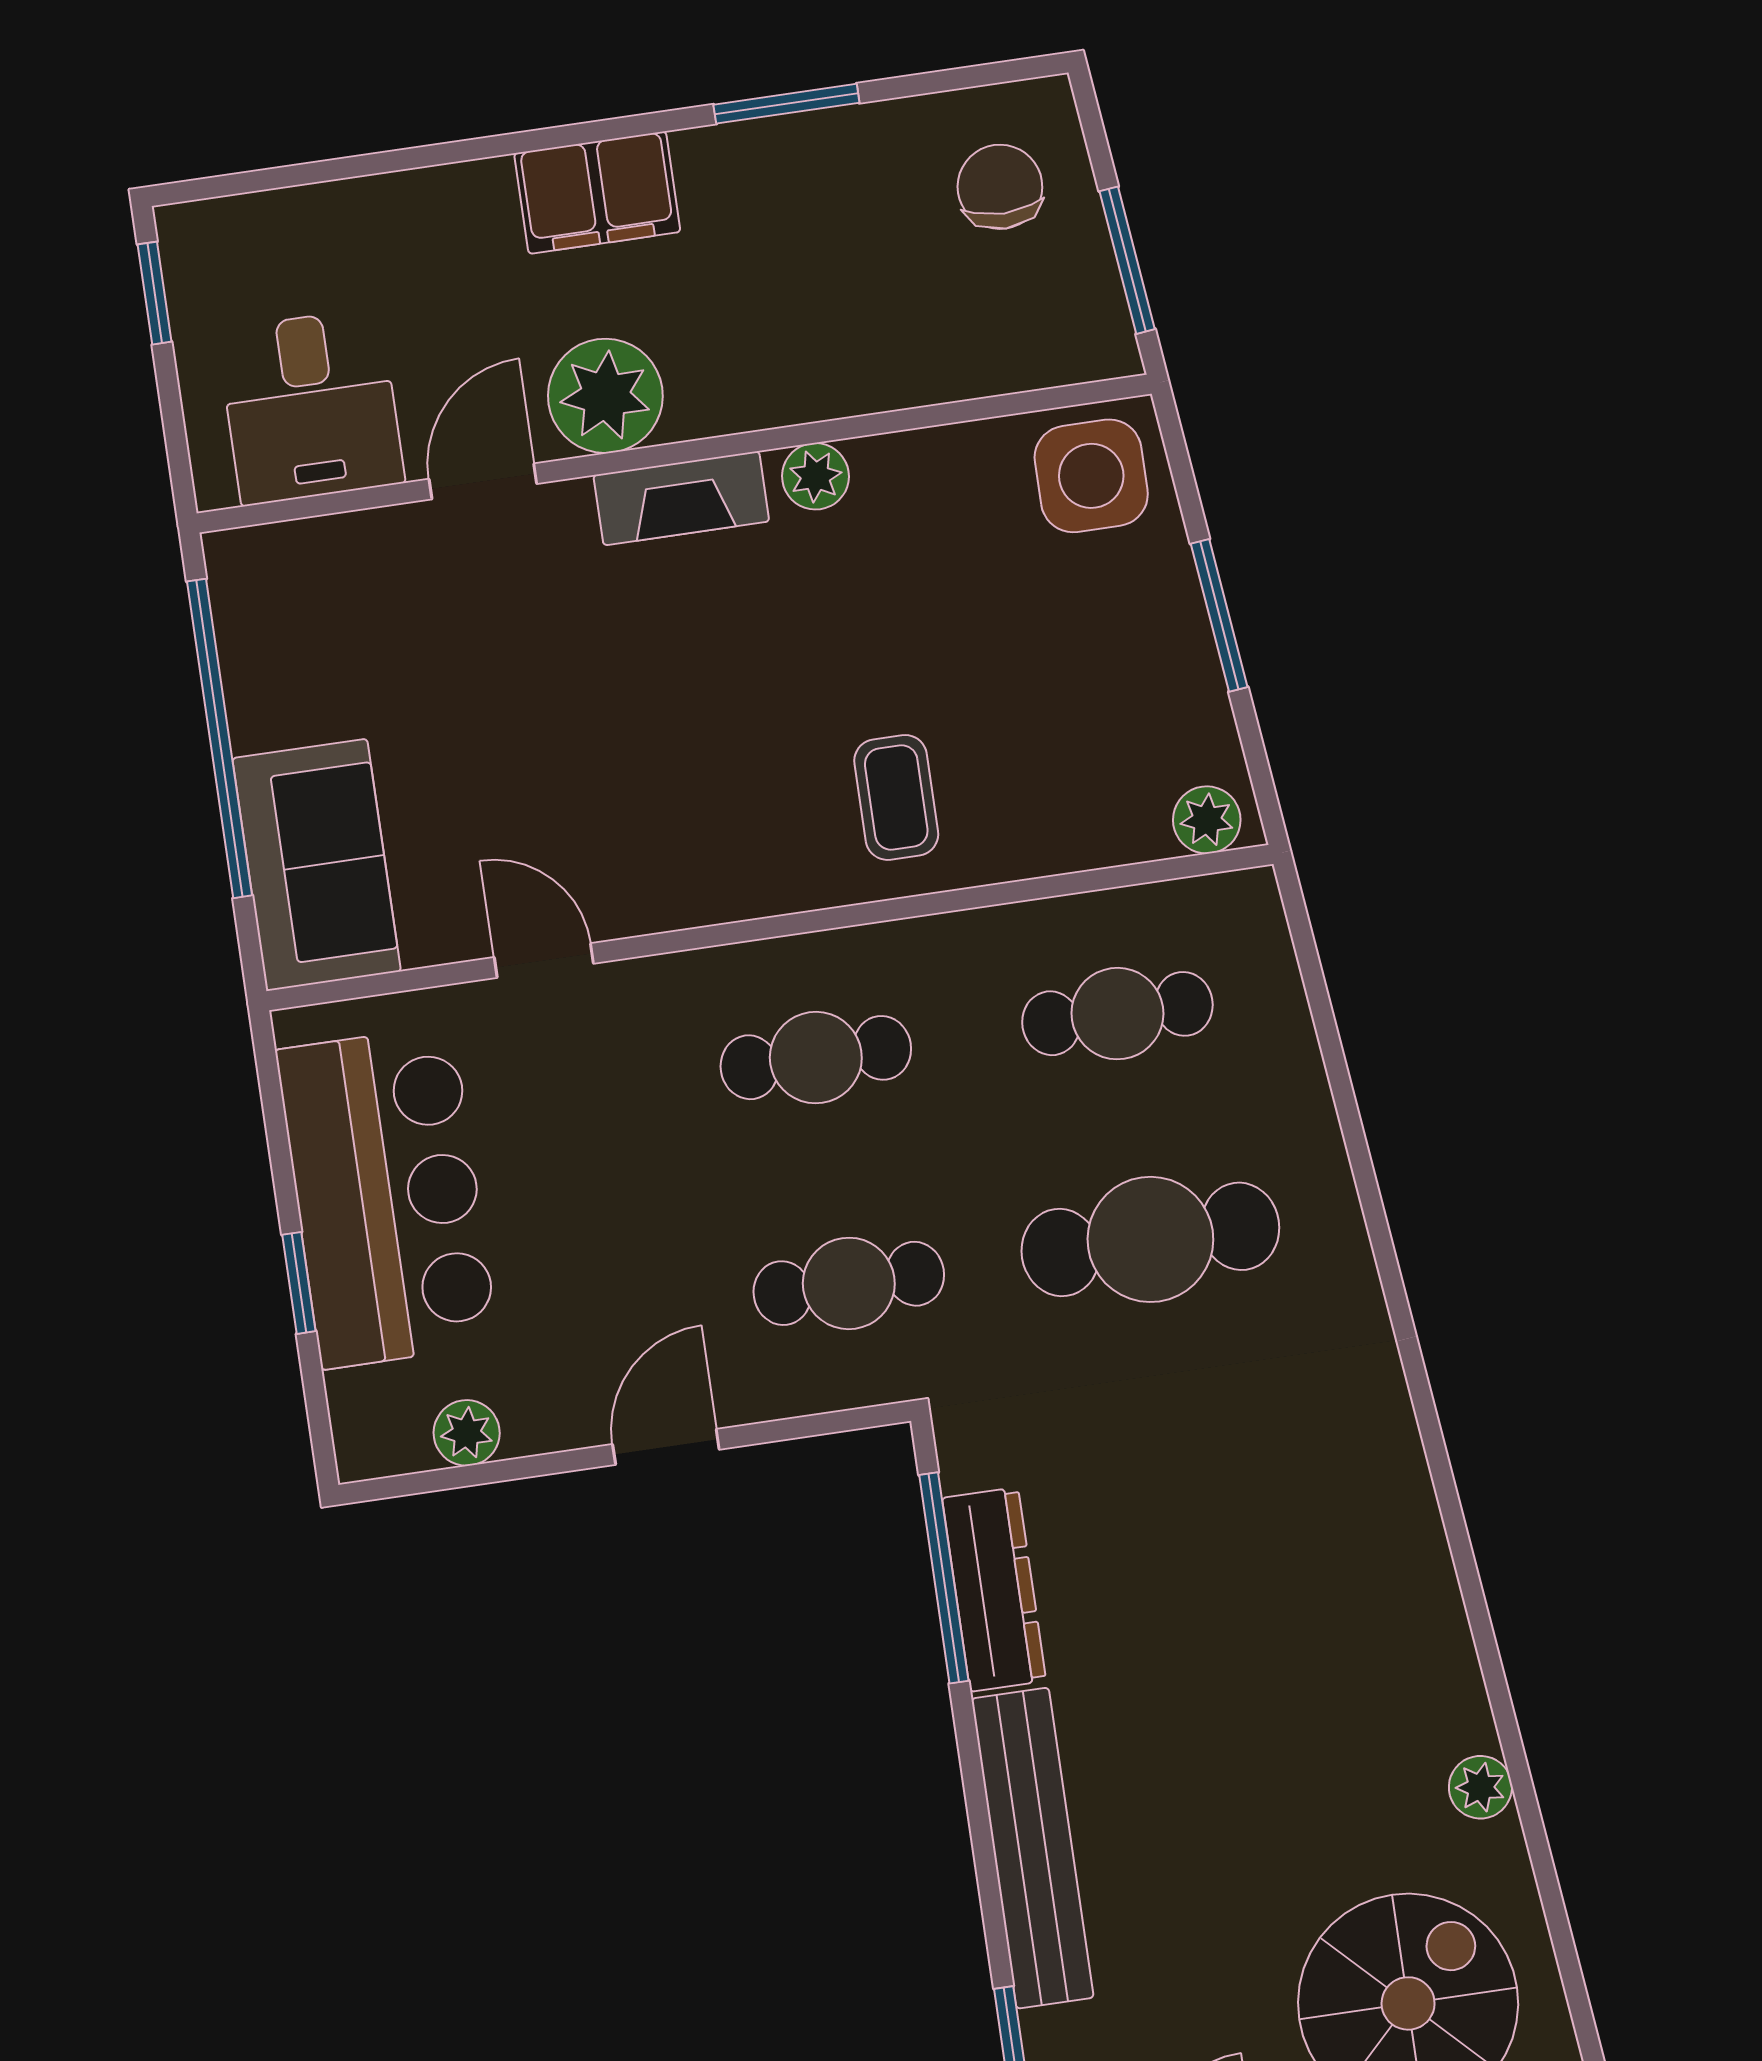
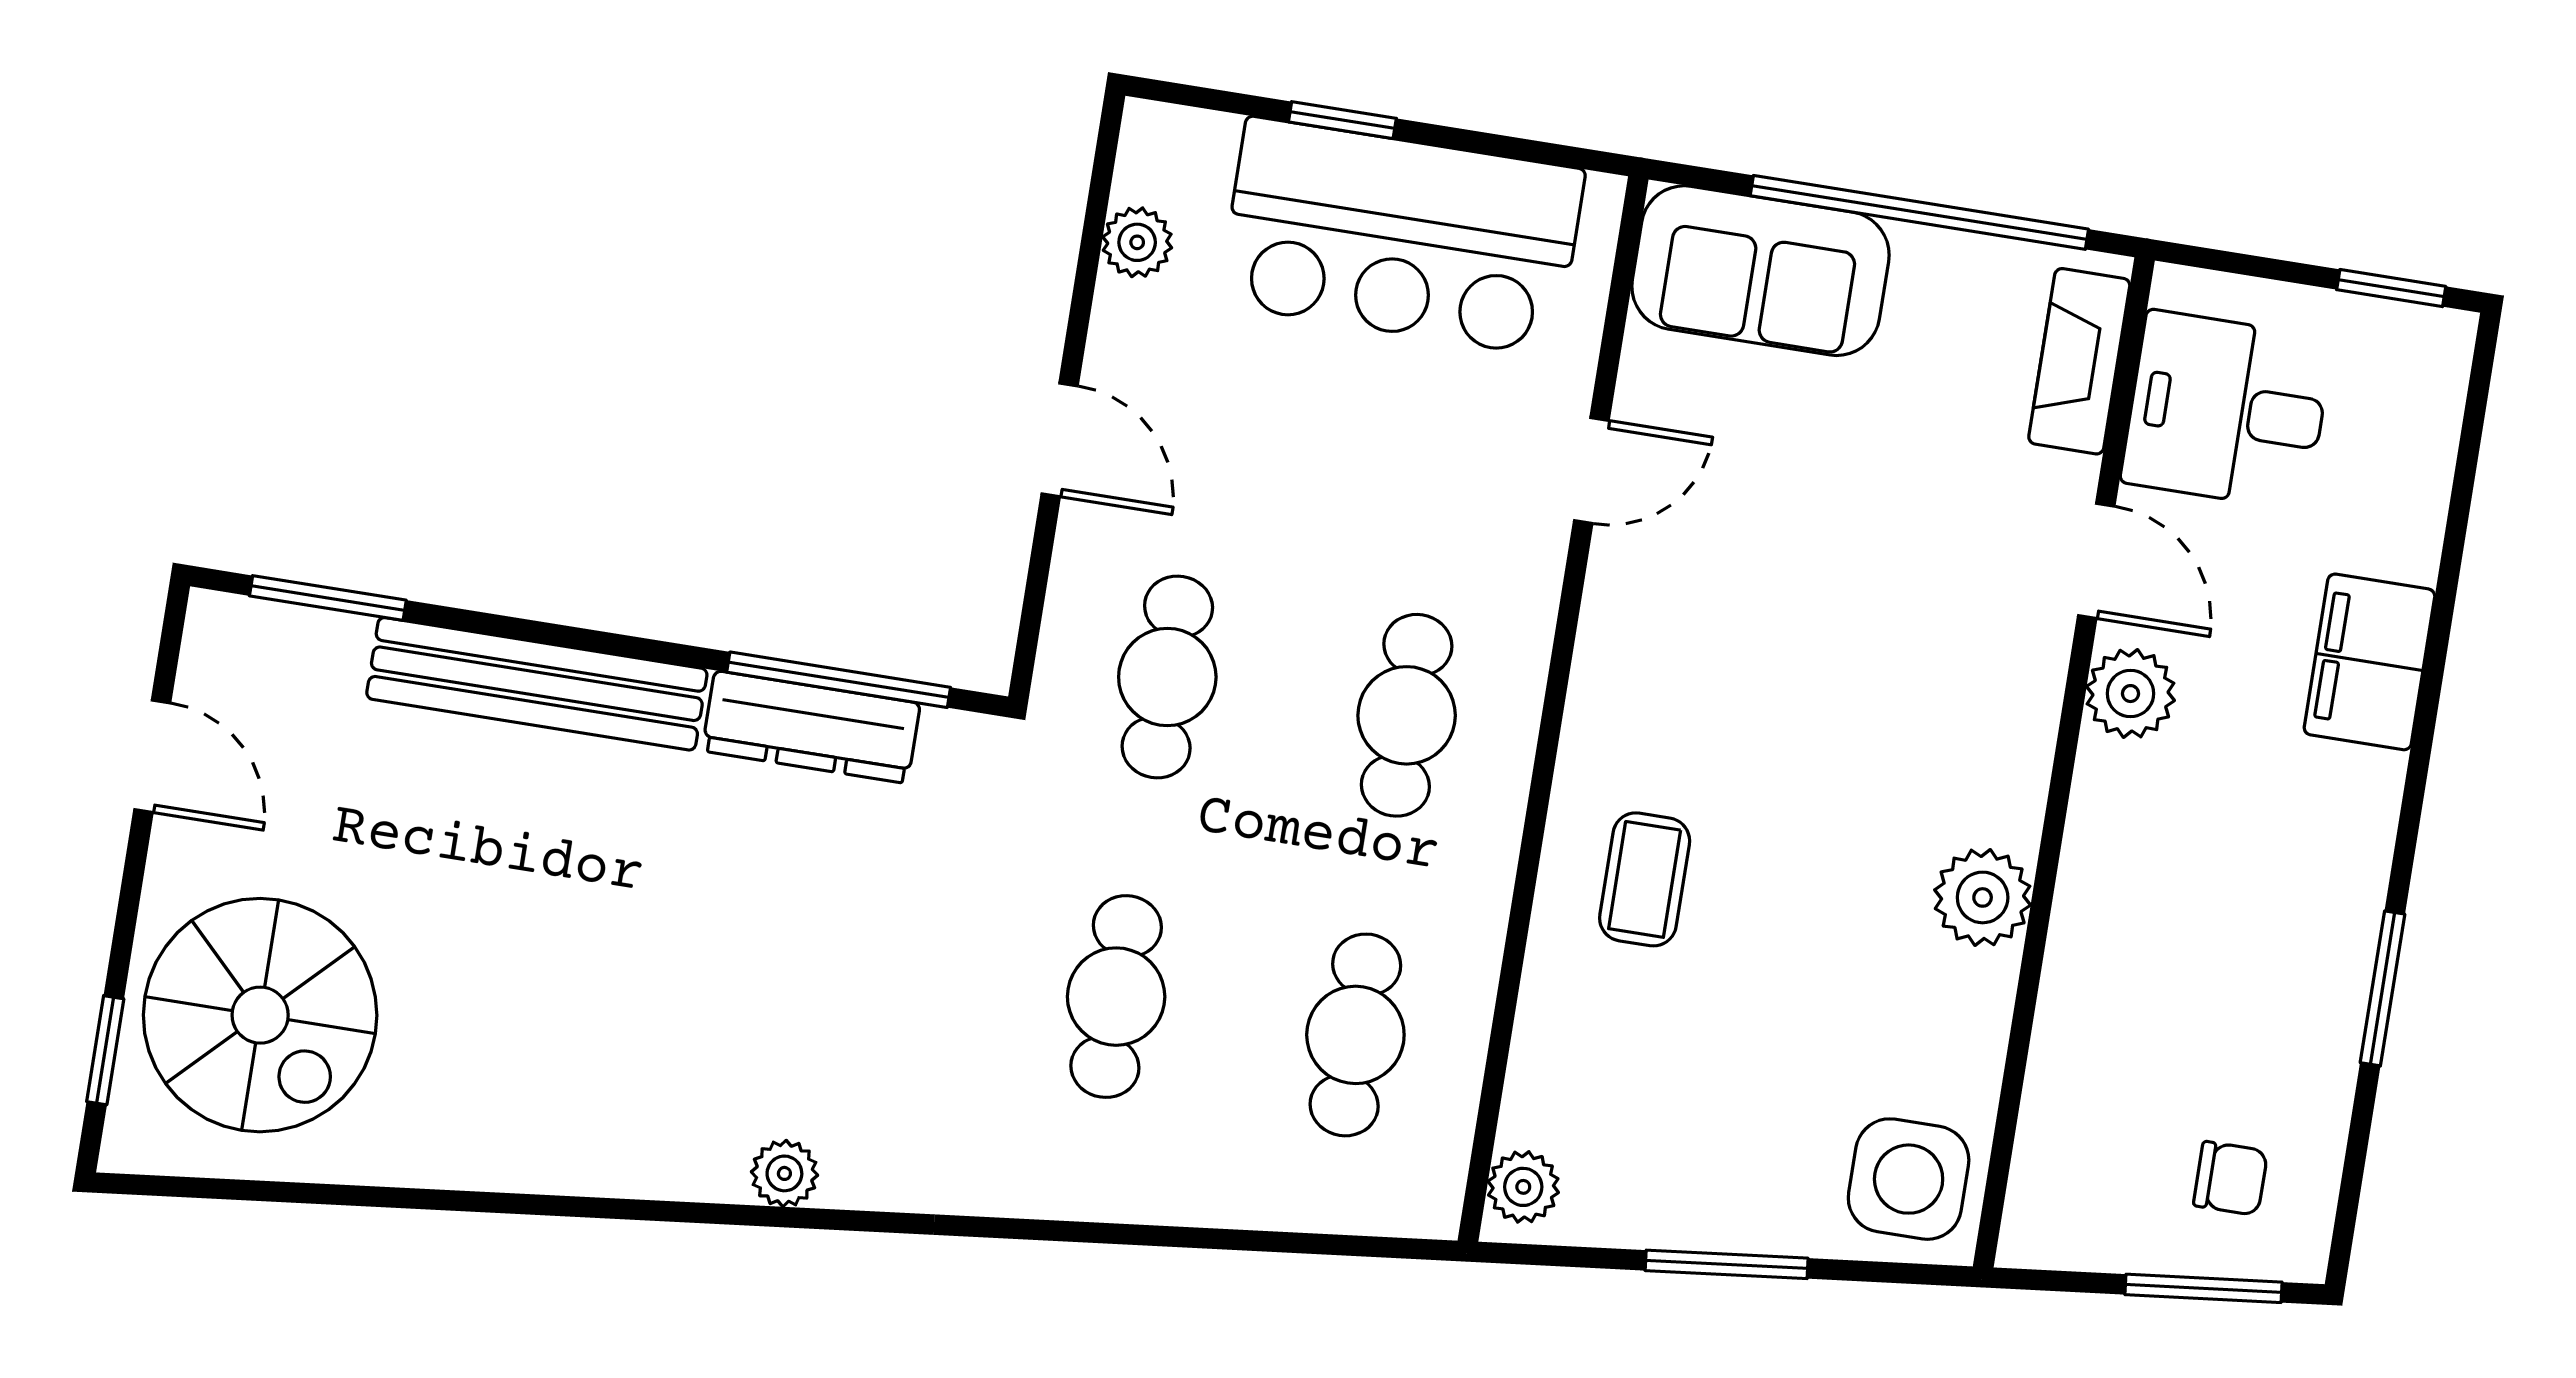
chair: (1000, 187) -> (2231, 1178), width x0.73, depth x0.73
filing cabinet: (597, 193) -> (2369, 662), moved
window: (1127, 260) -> (2204, 1288), moved
plant: (605, 396) -> (2130, 694), width x0.73, depth x0.73
plant: (816, 476) -> (1983, 897), width x1.38, depth x1.38
fireplace: (681, 498) -> (2079, 361), moved
coffee table: (896, 797) -> (1645, 879), turned 90
cafe table: (1150, 1239) -> (1116, 997), width x0.73, depth x0.74
plant: (1480, 1787) -> (784, 1173), moved

